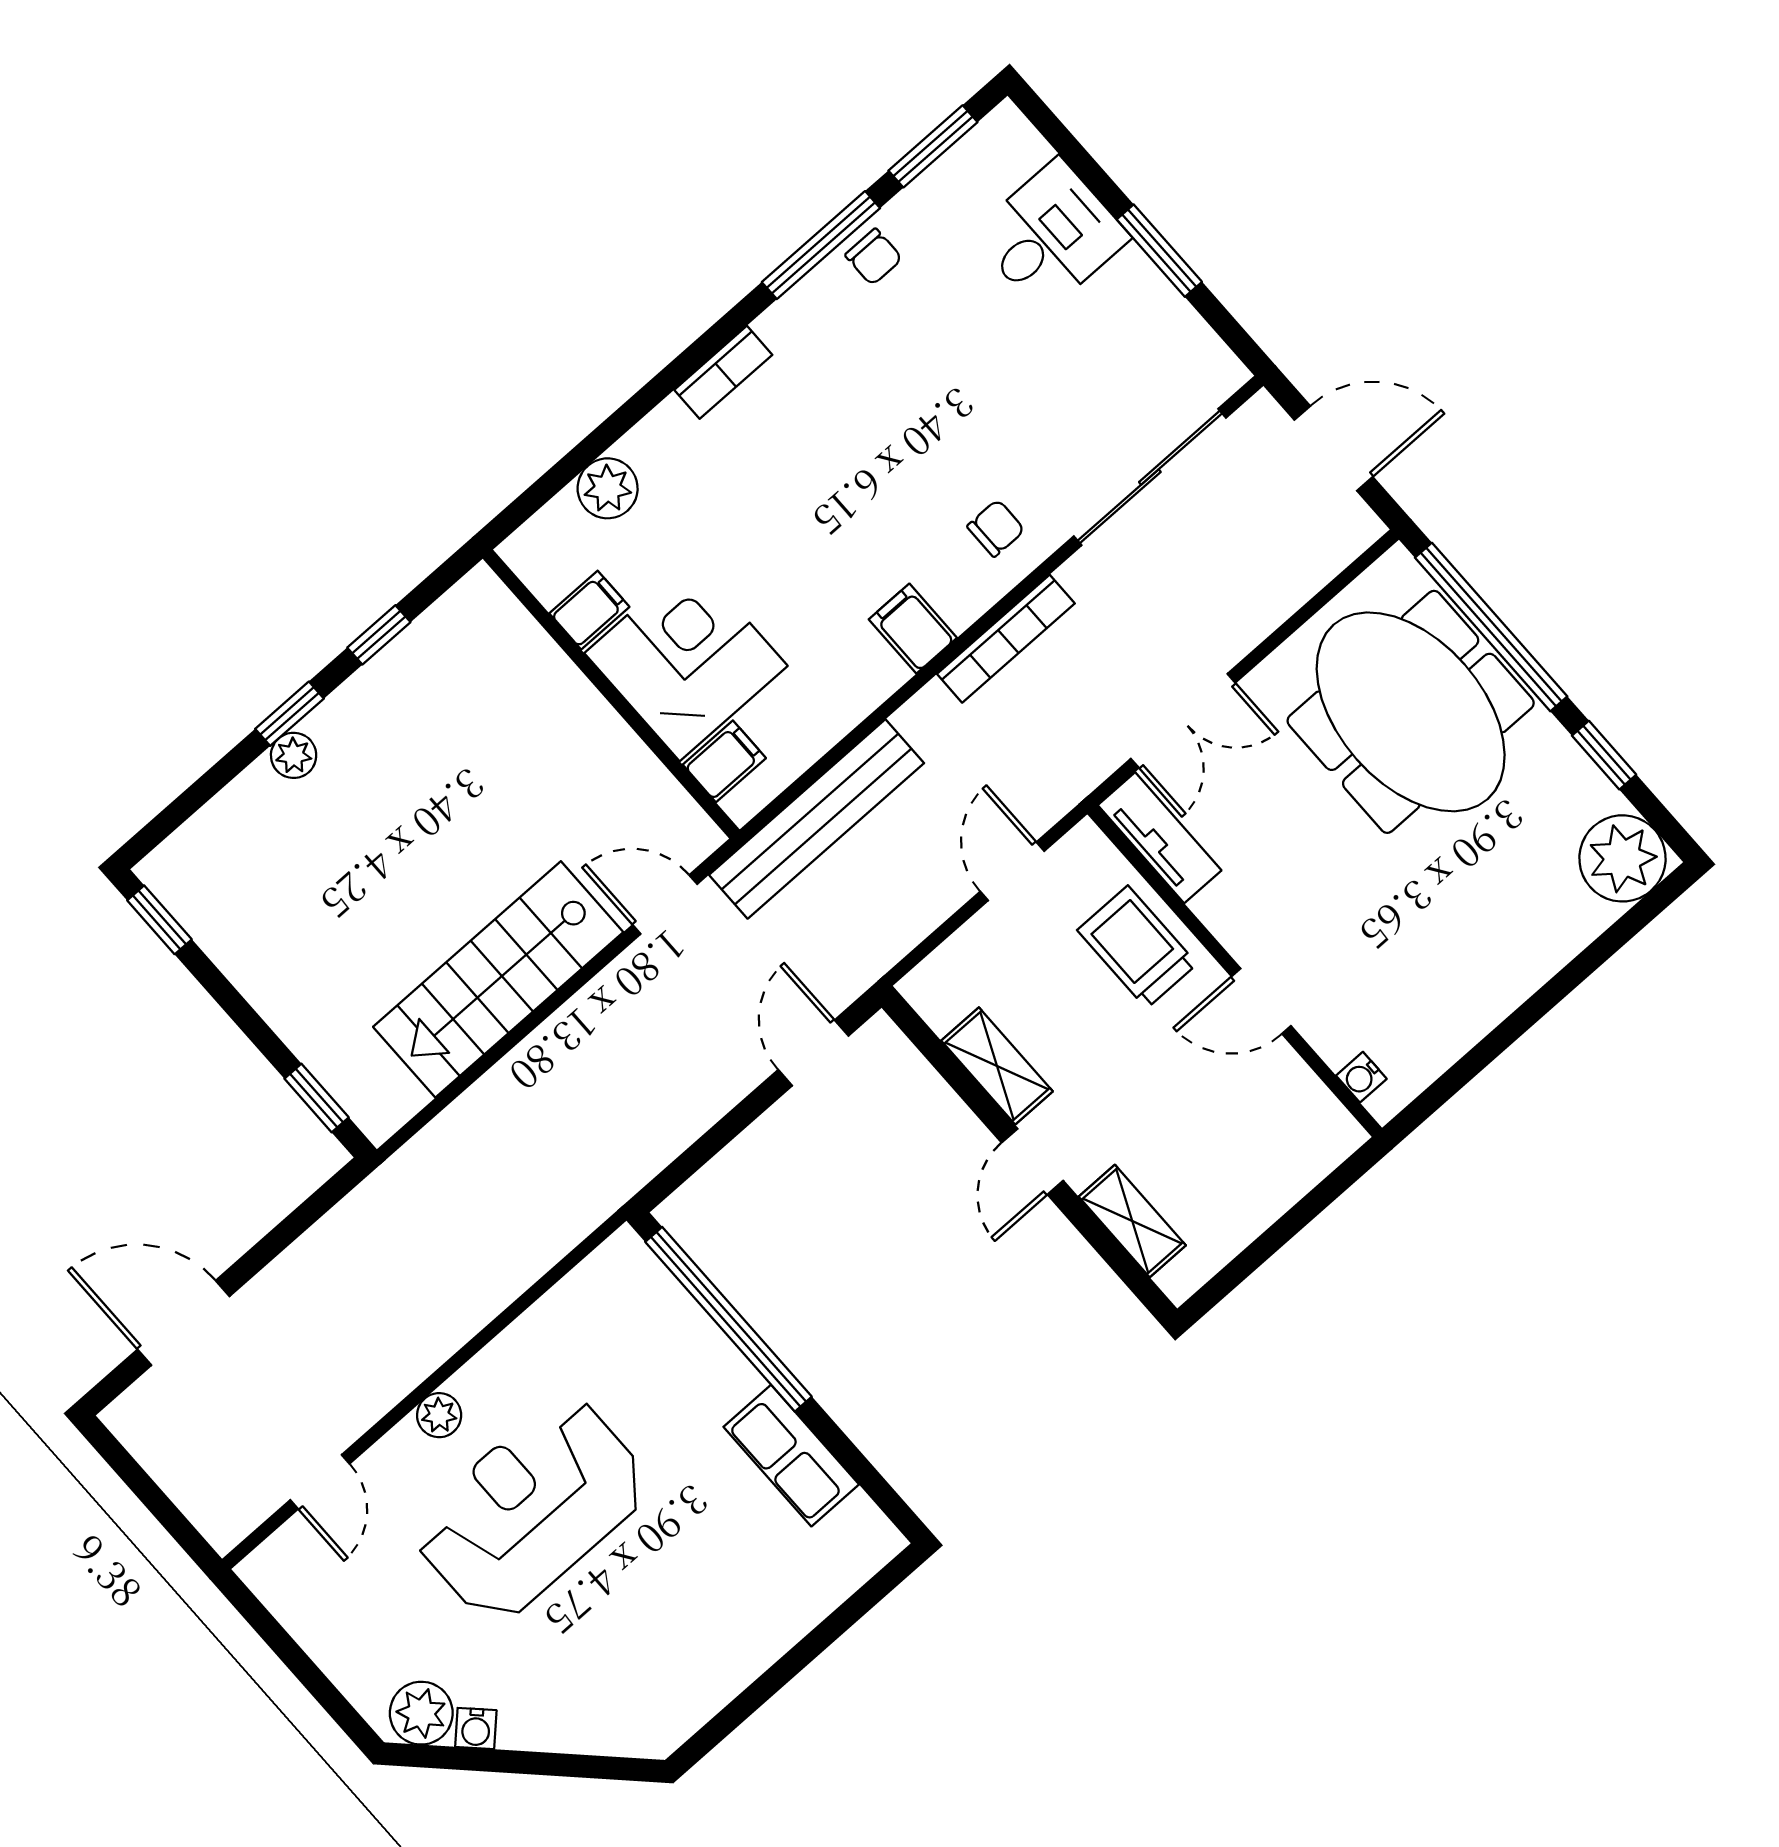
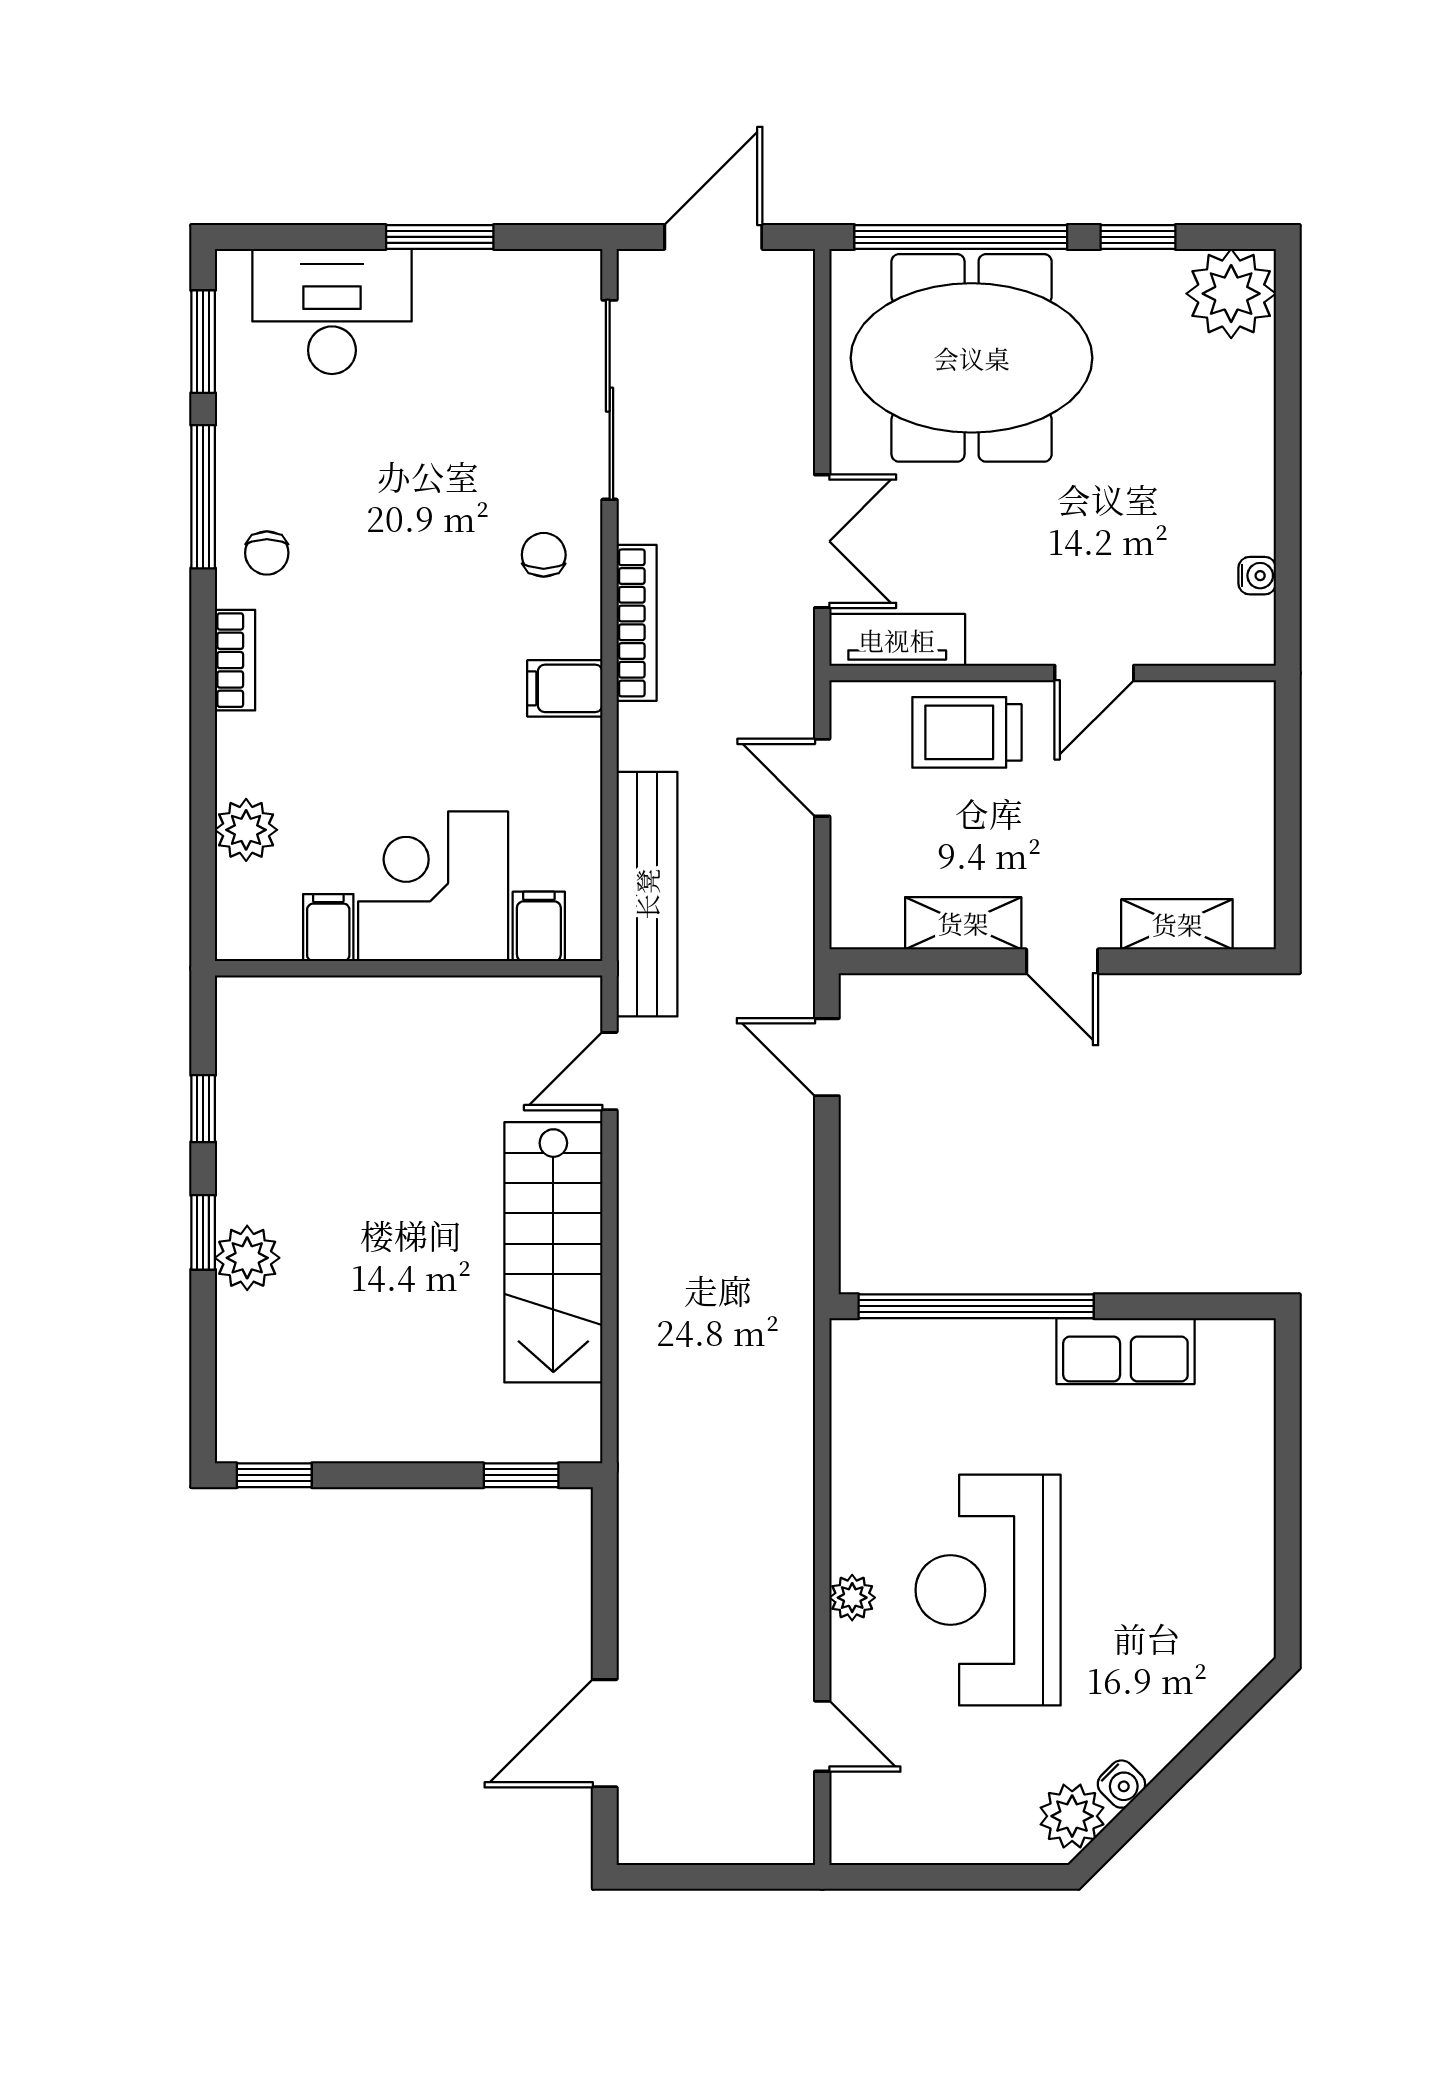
desk: (1051, 236) -> (332, 311), width x1.37
chair: (874, 257) -> (267, 553), moved, turned 90
plant: (294, 755) -> (247, 1258), width x1.38, depth x1.38
water cooler: (1361, 1077) -> (1257, 576), moved, turned -90

